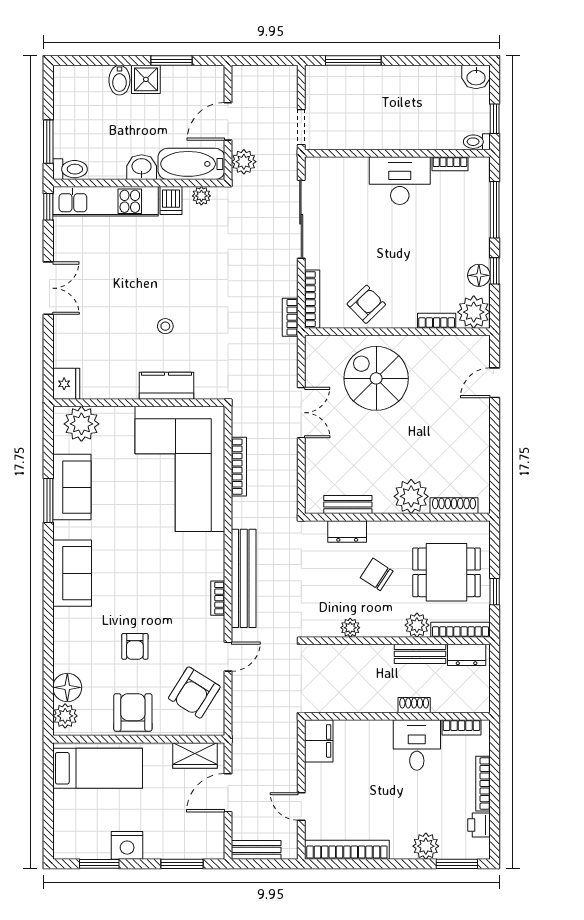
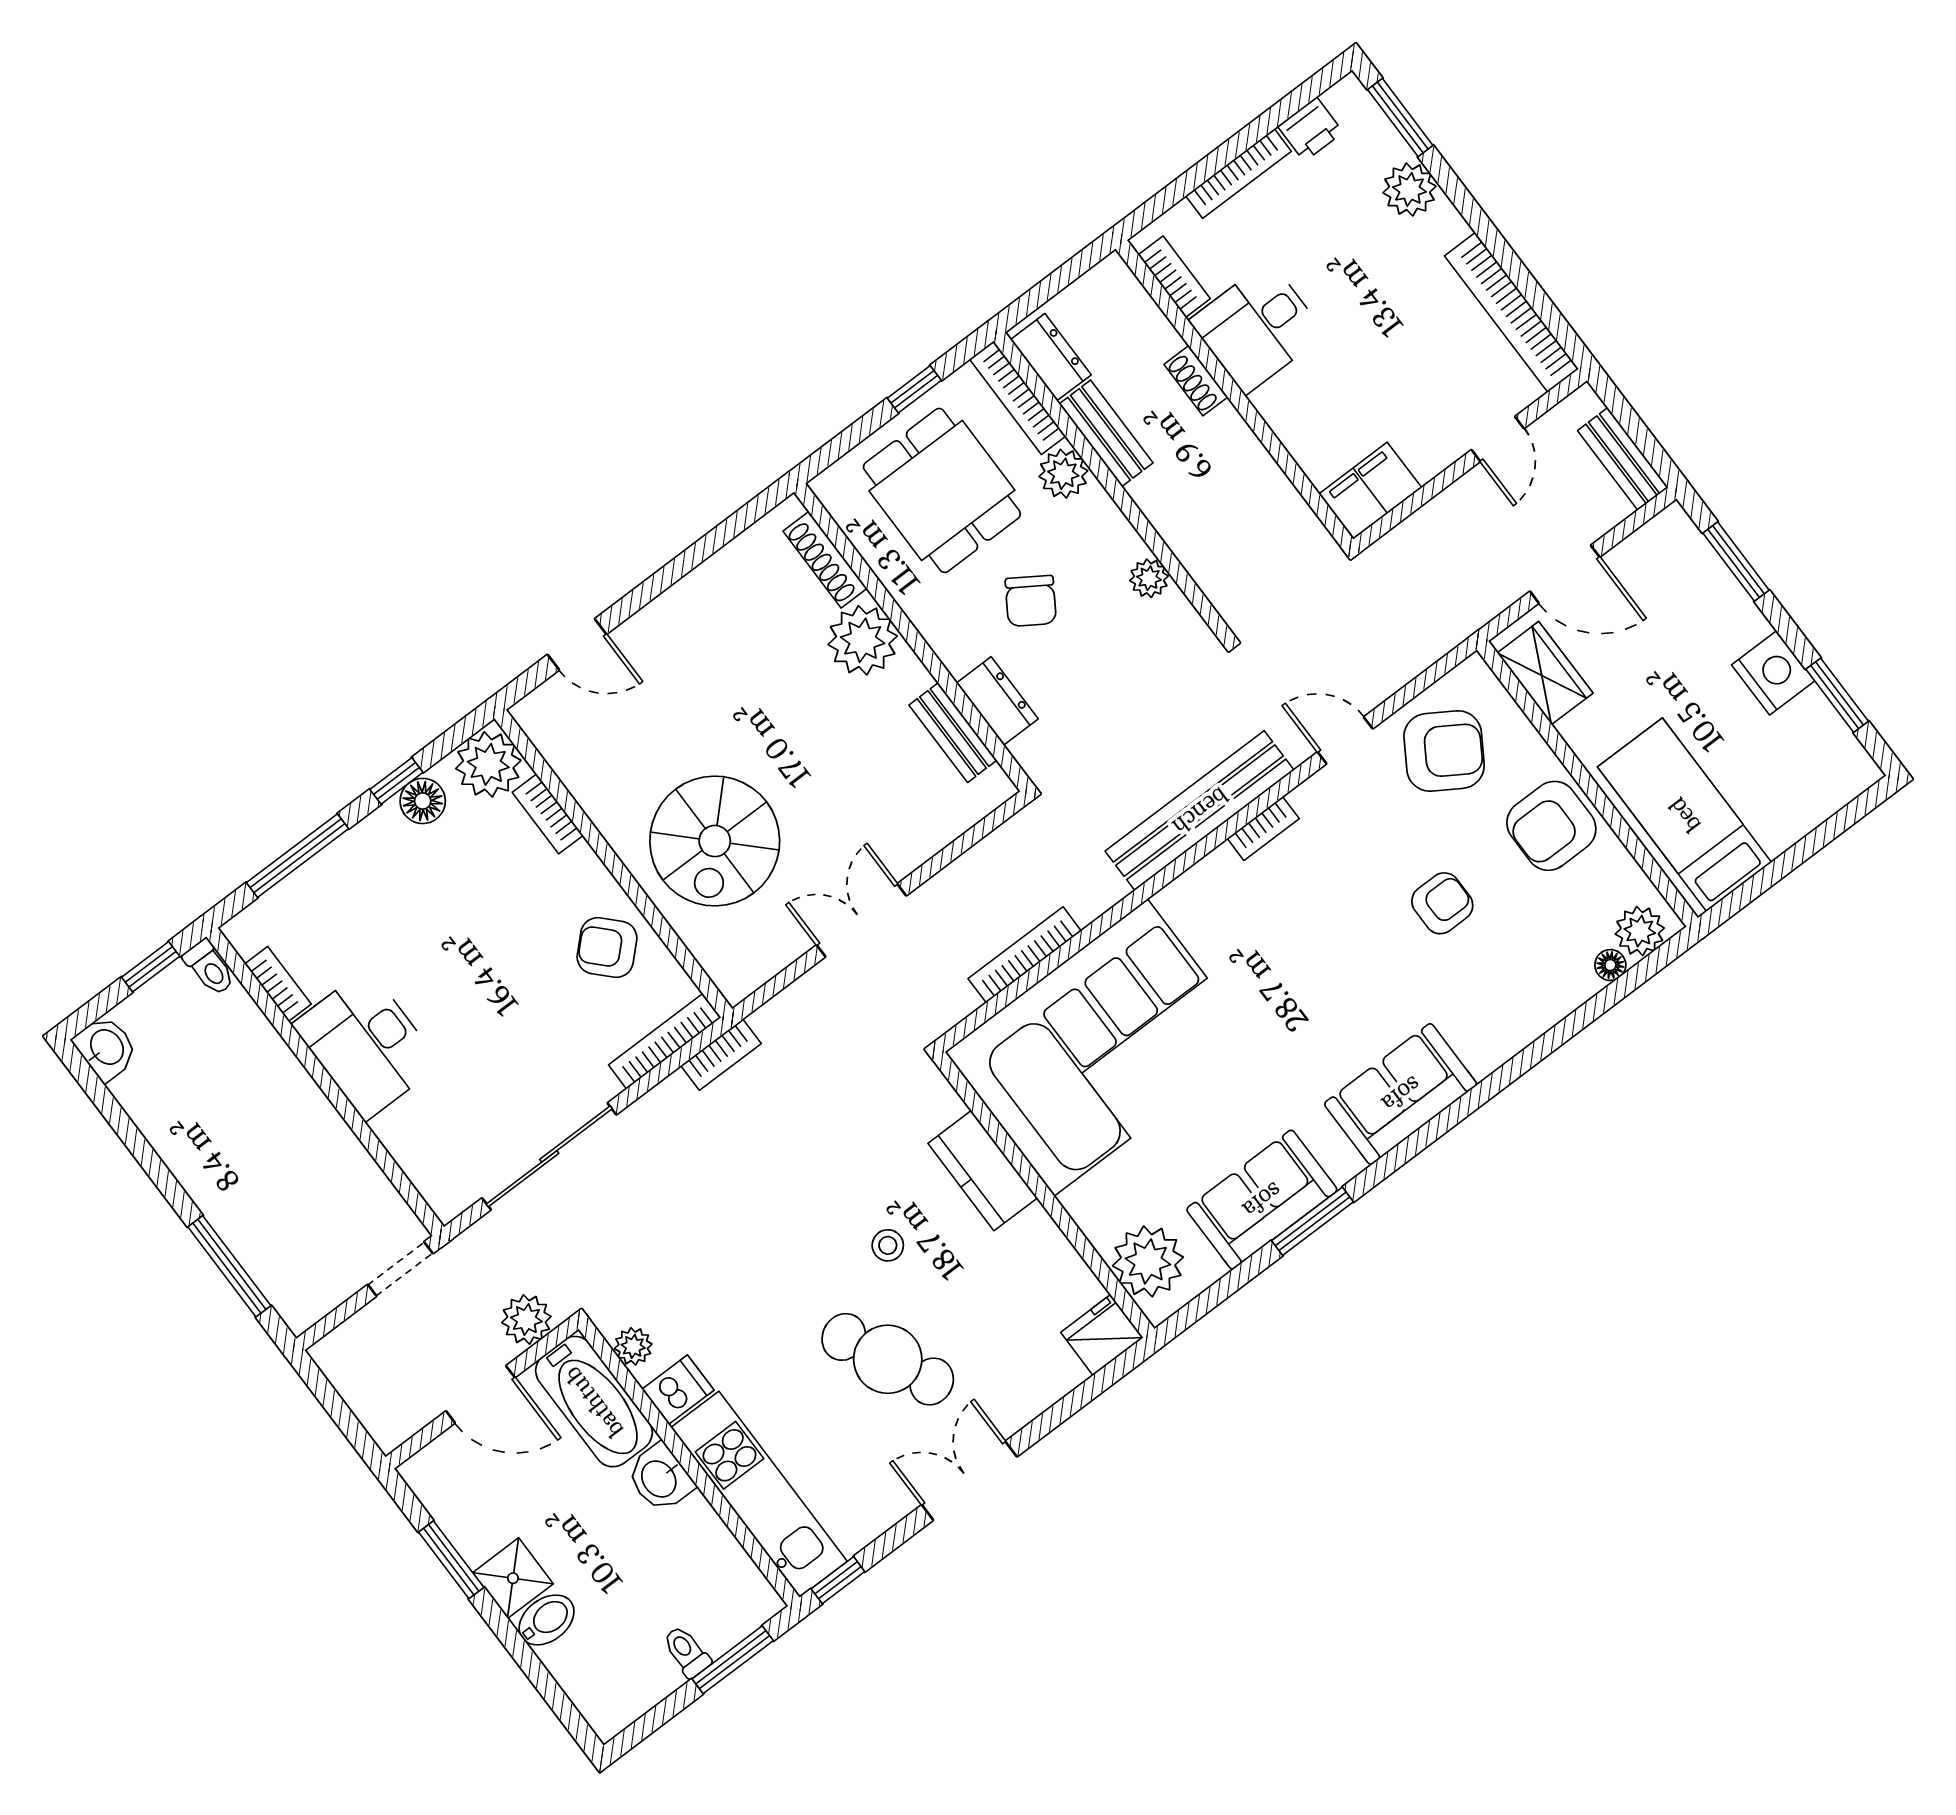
toilet: (70, 169) -> (686, 1652), moved, width x0.73, depth x0.72
cafe table: (121, 292) -> (888, 1359), added
floor lamp: (67, 687) -> (1610, 965), width x0.53, depth x0.53

